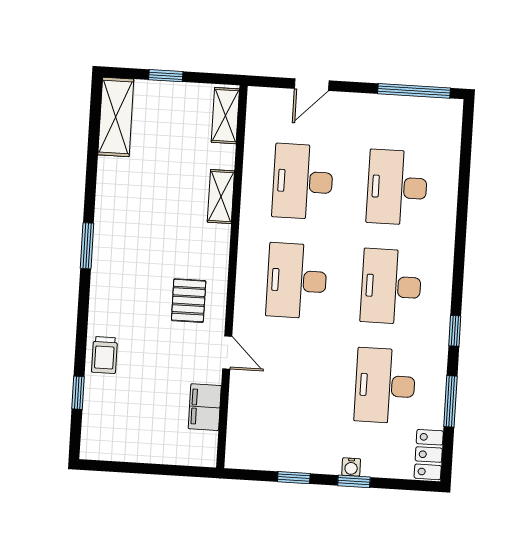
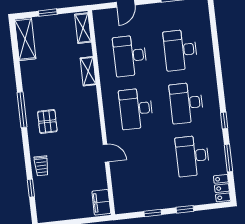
window: (87, 246) -> (22, 110), width x1.44
pallet: (189, 301) -> (47, 121), moved
filing cabinet: (205, 407) -> (101, 202), moved
water cooler: (351, 467) -> (182, 202), removed

